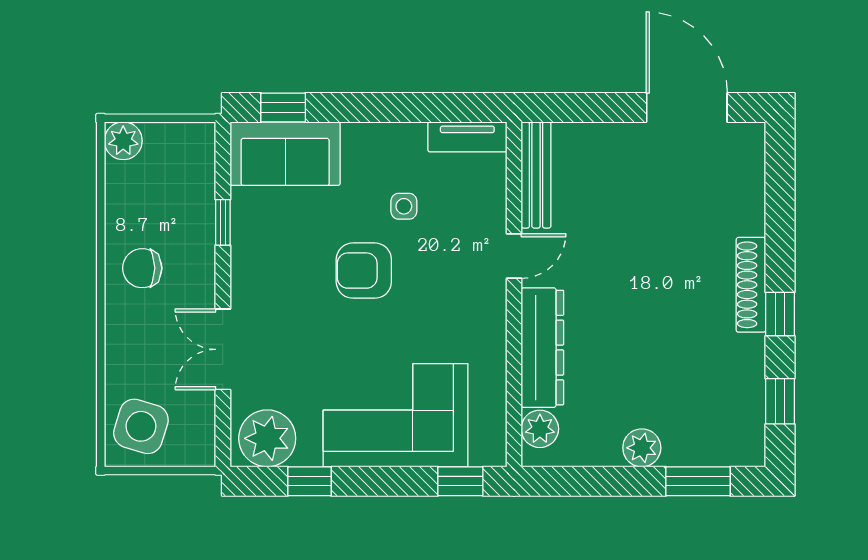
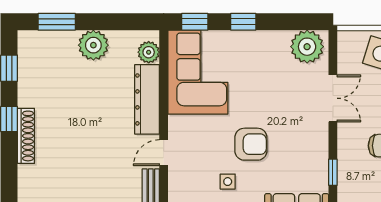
corner sofa: (396, 415) -> (198, 72), moved, turned -90
plant: (642, 448) -> (93, 45), width x1.36, depth x1.36
window: (309, 481) -> (243, 22), moved

